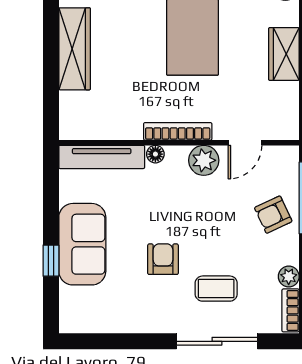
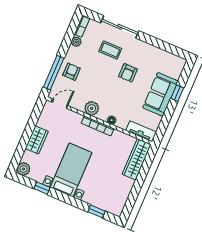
wardrobe: (75, 49) -> (137, 159), moved
door: (245, 143) -> (60, 104), moved
tv unit: (102, 157) -> (141, 131), width x0.71
armchair: (273, 215) -> (71, 72), turned -65

